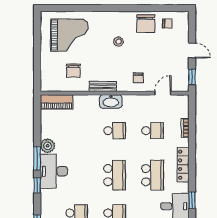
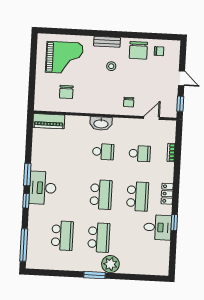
bench: (103, 86) -> (107, 42), moved
plant: (48, 146) -> (38, 163), removed
locker: (183, 165) -> (167, 194), width x0.66

